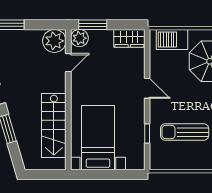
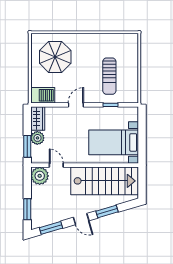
plant: (79, 38) -> (37, 138), moved
barbecue: (172, 39) -> (43, 95), moved, turned -90
stairs: (54, 126) -> (104, 181), width x1.36, depth x1.51

